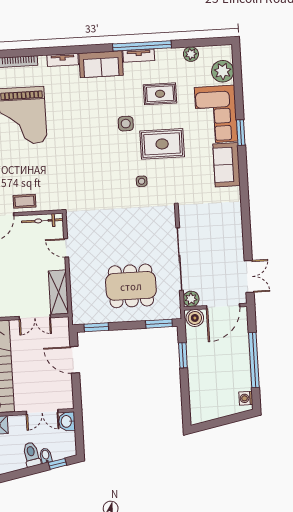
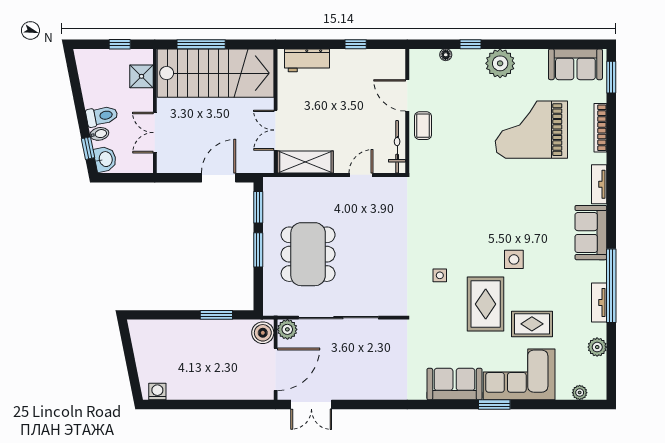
tv unit: (139, 56) -> (599, 303), moved
plant: (223, 71) -> (580, 393), width x0.53, depth x0.53
rug: (160, 94) -> (532, 324), moved, turned 90
door: (223, 306) -> (276, 369), swing flipped
window: (159, 324) -> (258, 250), moved
window: (254, 360) -> (205, 405), removed
washbasin: (67, 421) -> (105, 159), moved, turned 79

